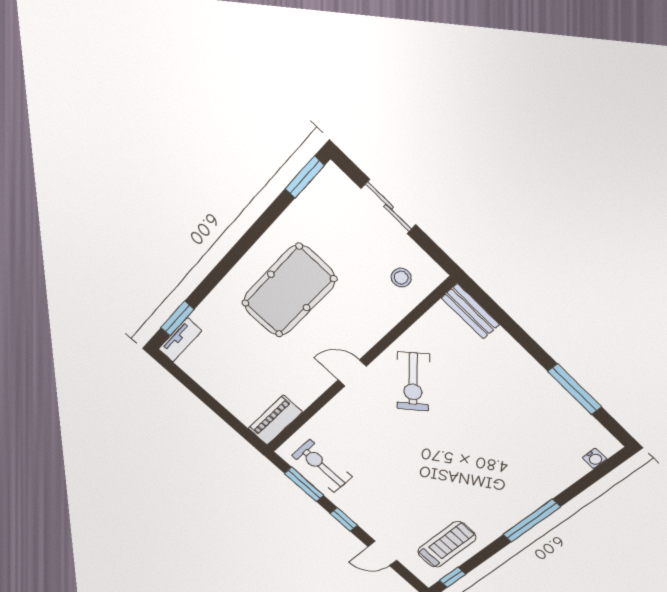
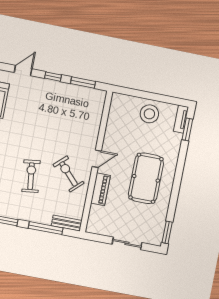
stool: (401, 278) -> (149, 114), moved, width x1.89, depth x1.89
window: (512, 327) -> (46, 228), added
piano: (275, 420) -> (101, 189), moved
exercise bike: (322, 466) -> (31, 176), moved, turned -97

